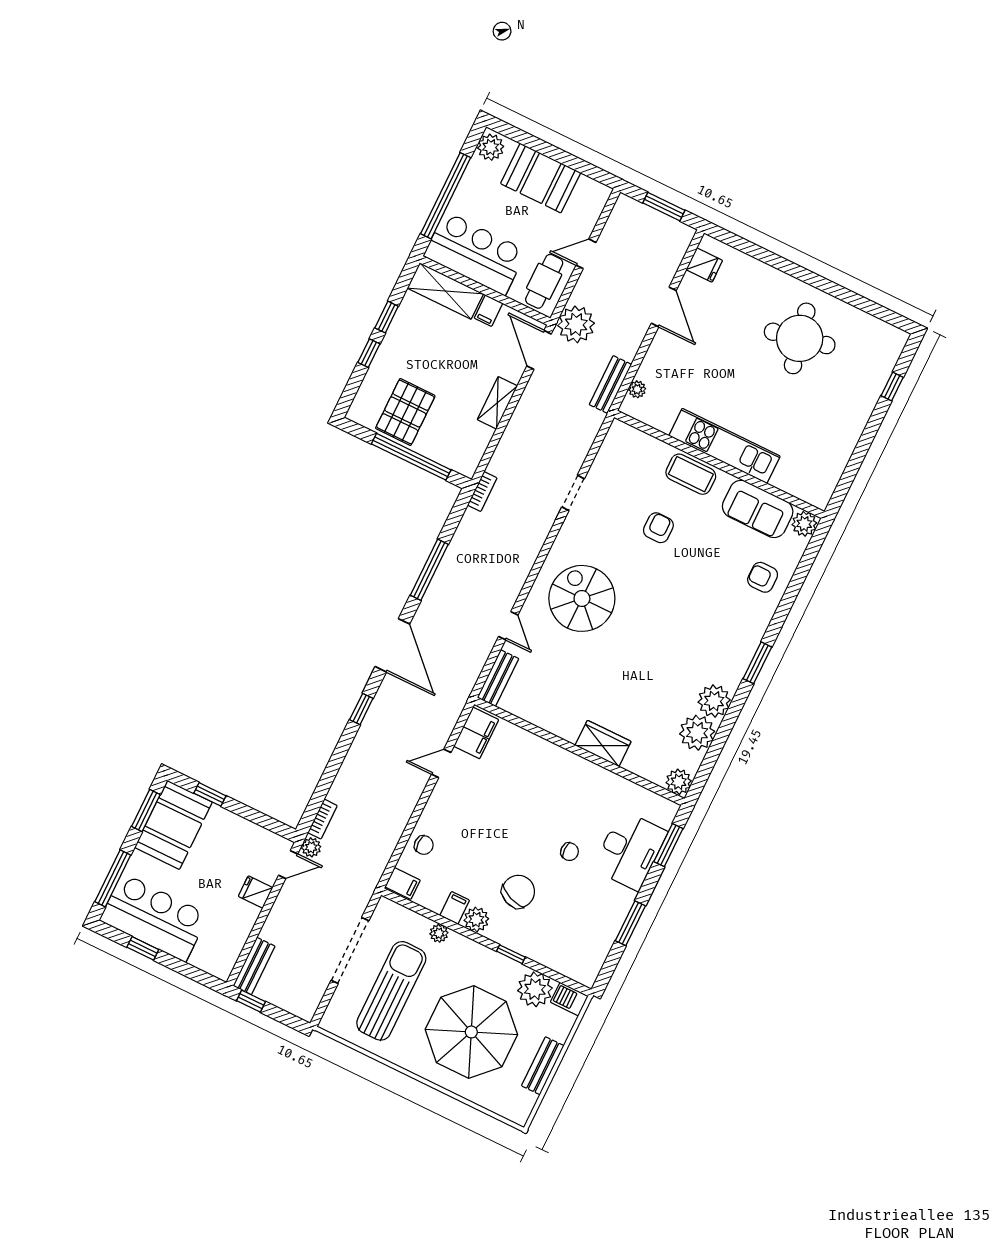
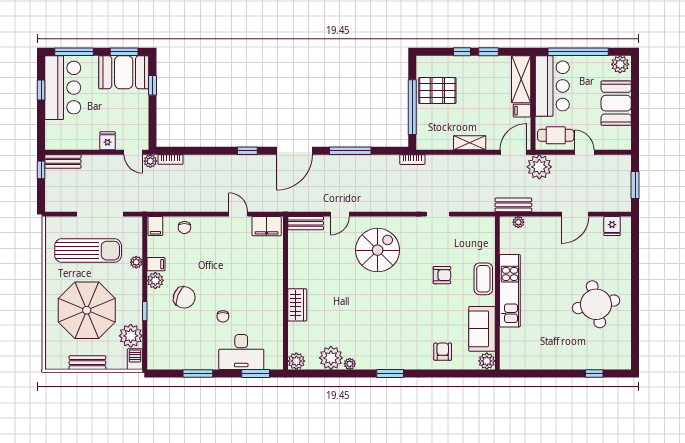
plant: (714, 701) -> (350, 364), width x0.53, depth x0.53

